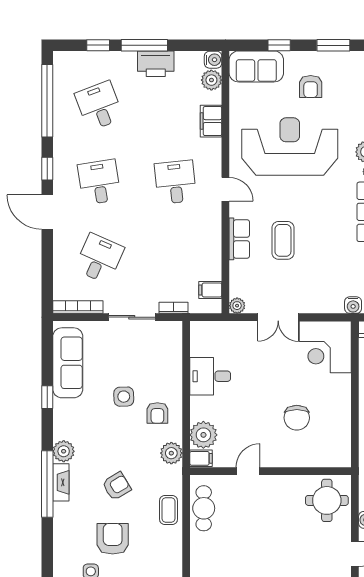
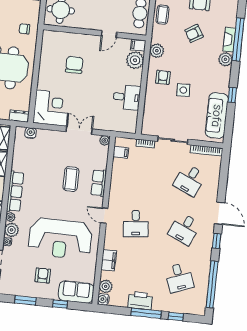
desk: (99, 182) -> (184, 229), turned 33

